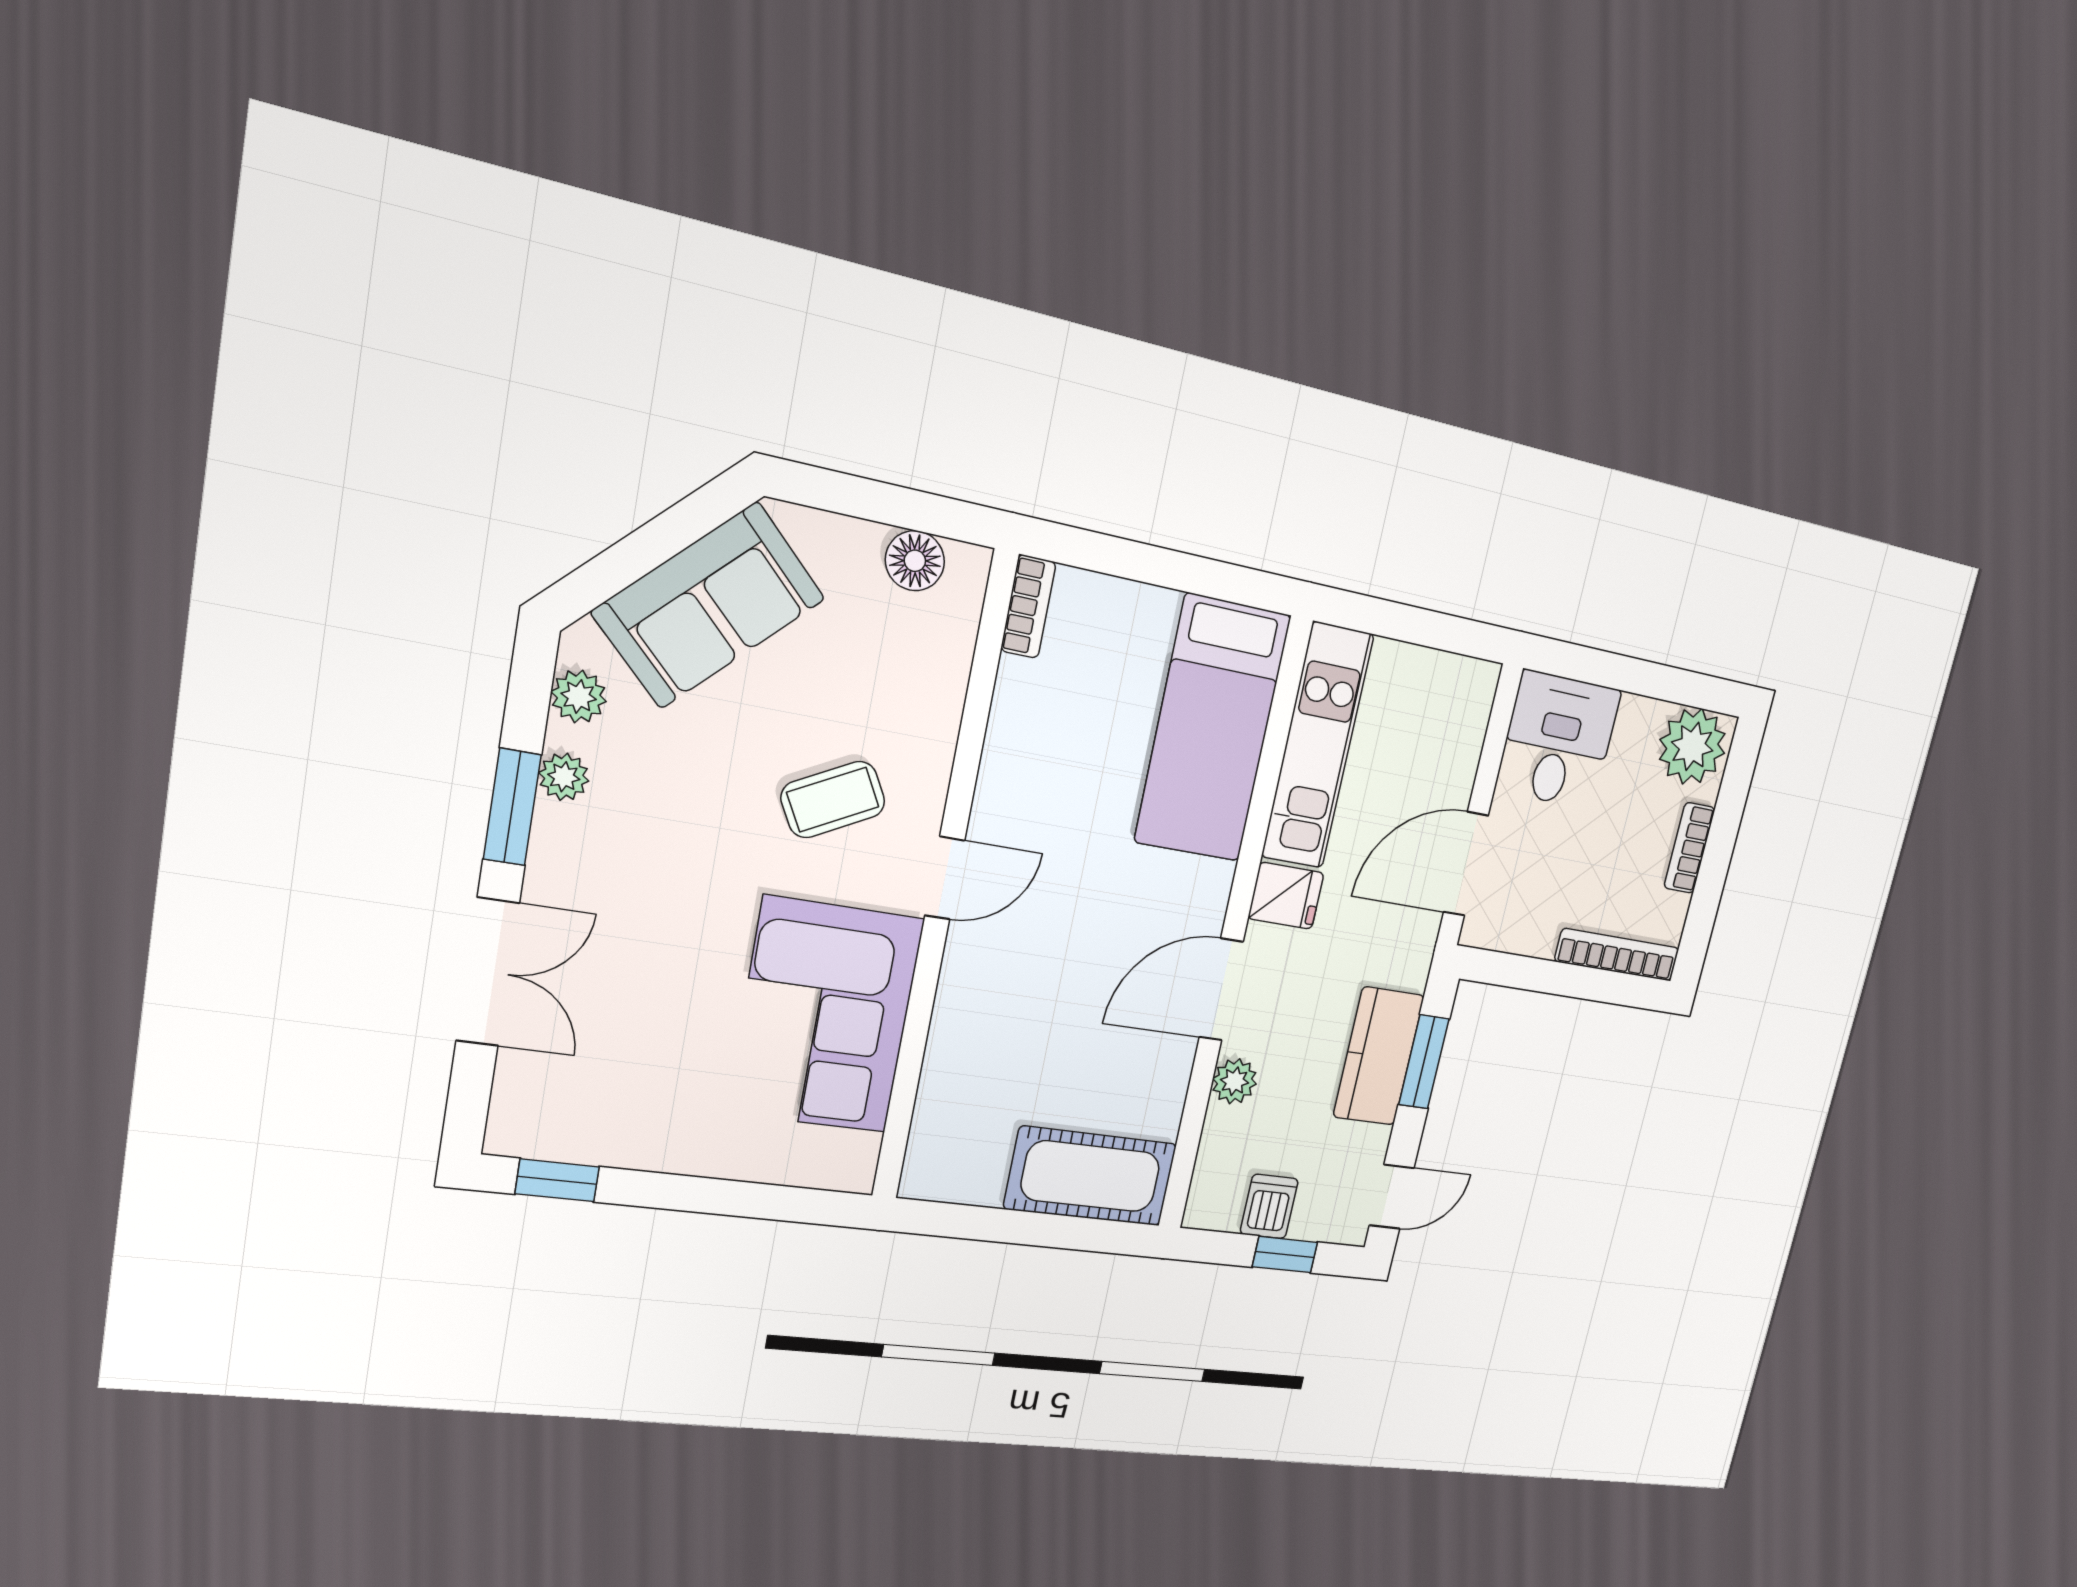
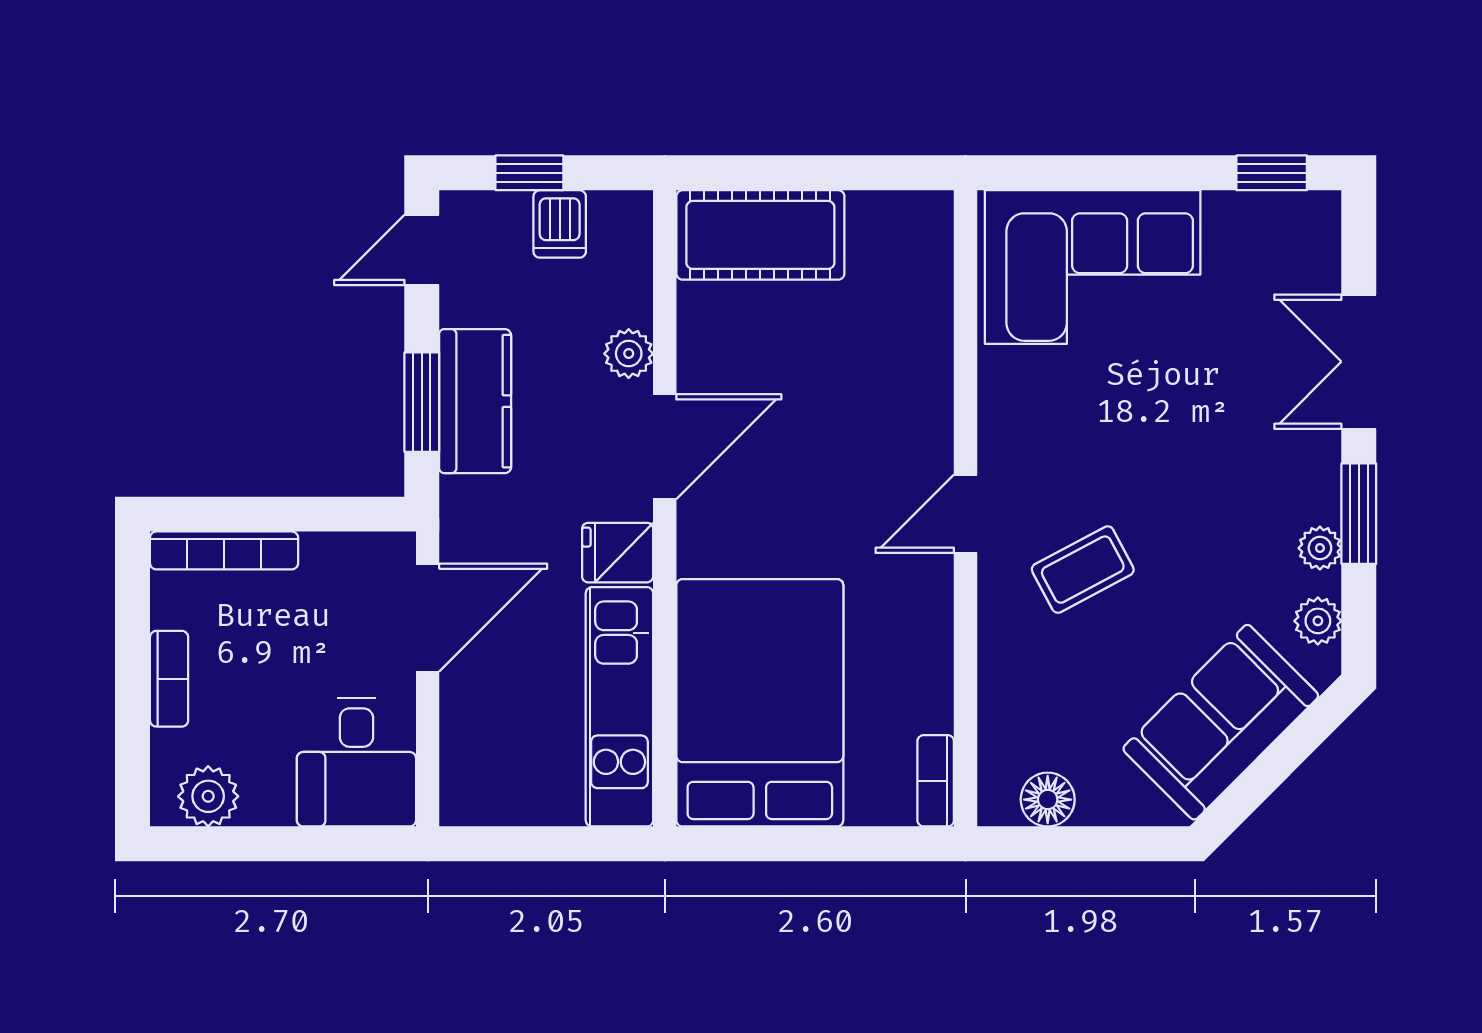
bed: (1212, 729) -> (760, 703), width x1.50
plant: (1692, 746) -> (208, 796), width x0.73, depth x0.73
corner sofa: (825, 1016) -> (1093, 267), moved, turned 90

